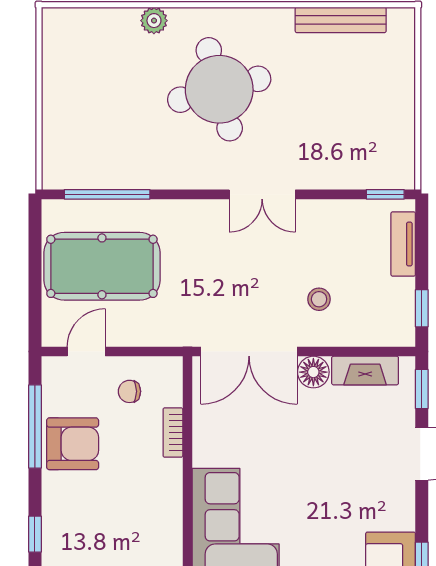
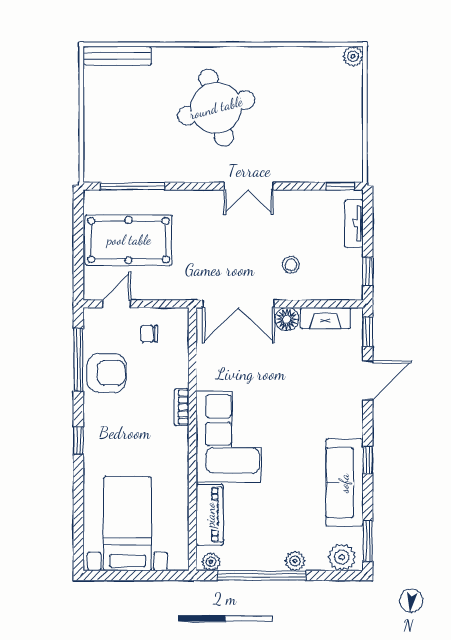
bench: (341, 20) -> (117, 56), moved
plant: (154, 21) -> (353, 56), moved
bookcase: (173, 433) -> (182, 407), moved

